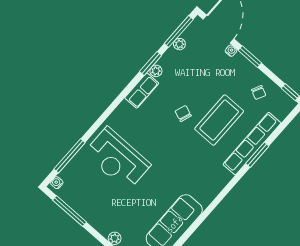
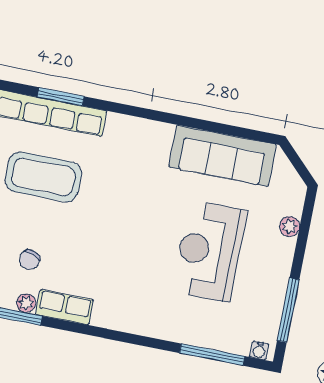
chair: (183, 114) -> (29, 260), moved
reception desk: (117, 159) -> (209, 251), moved, turned 180

